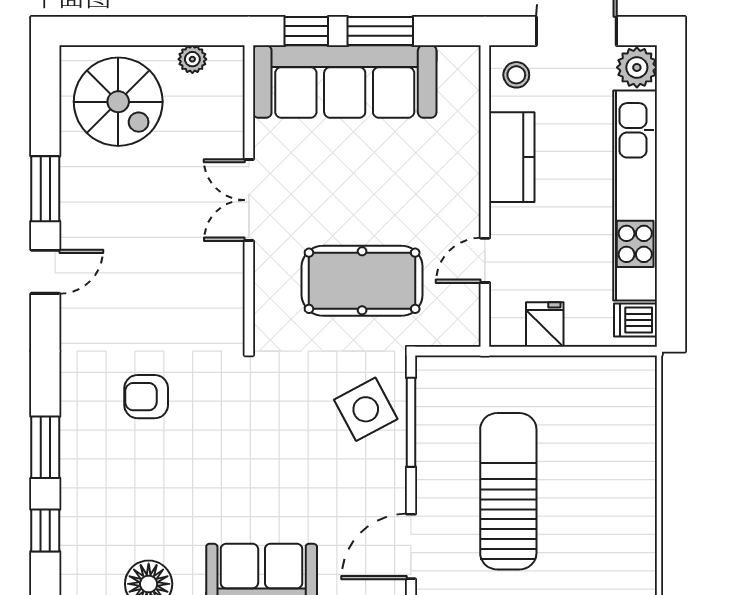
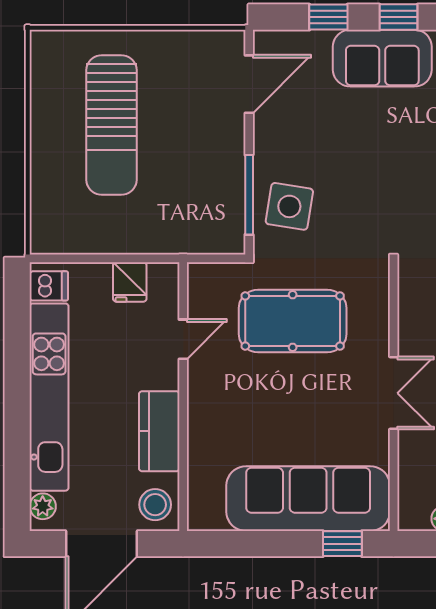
window: (380, 31) -> (276, 544), removed
plant: (637, 67) -> (43, 506), width x0.73, depth x0.73
stool: (516, 75) -> (155, 505), width x1.37, depth x1.37
side table: (366, 409) -> (289, 206), turned 37
sun lounger: (508, 491) -> (111, 125), moved

